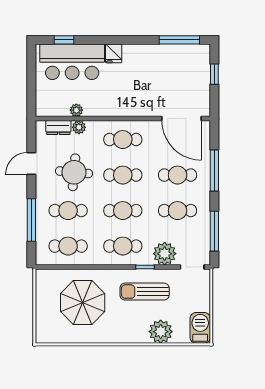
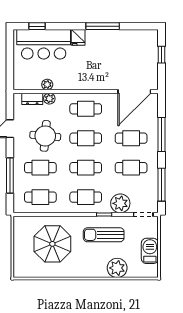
window: (179, 40) -> (103, 26), moved
door: (182, 119) -> (134, 91), hinge flipped
barbecue: (200, 328) -> (150, 251), moved

